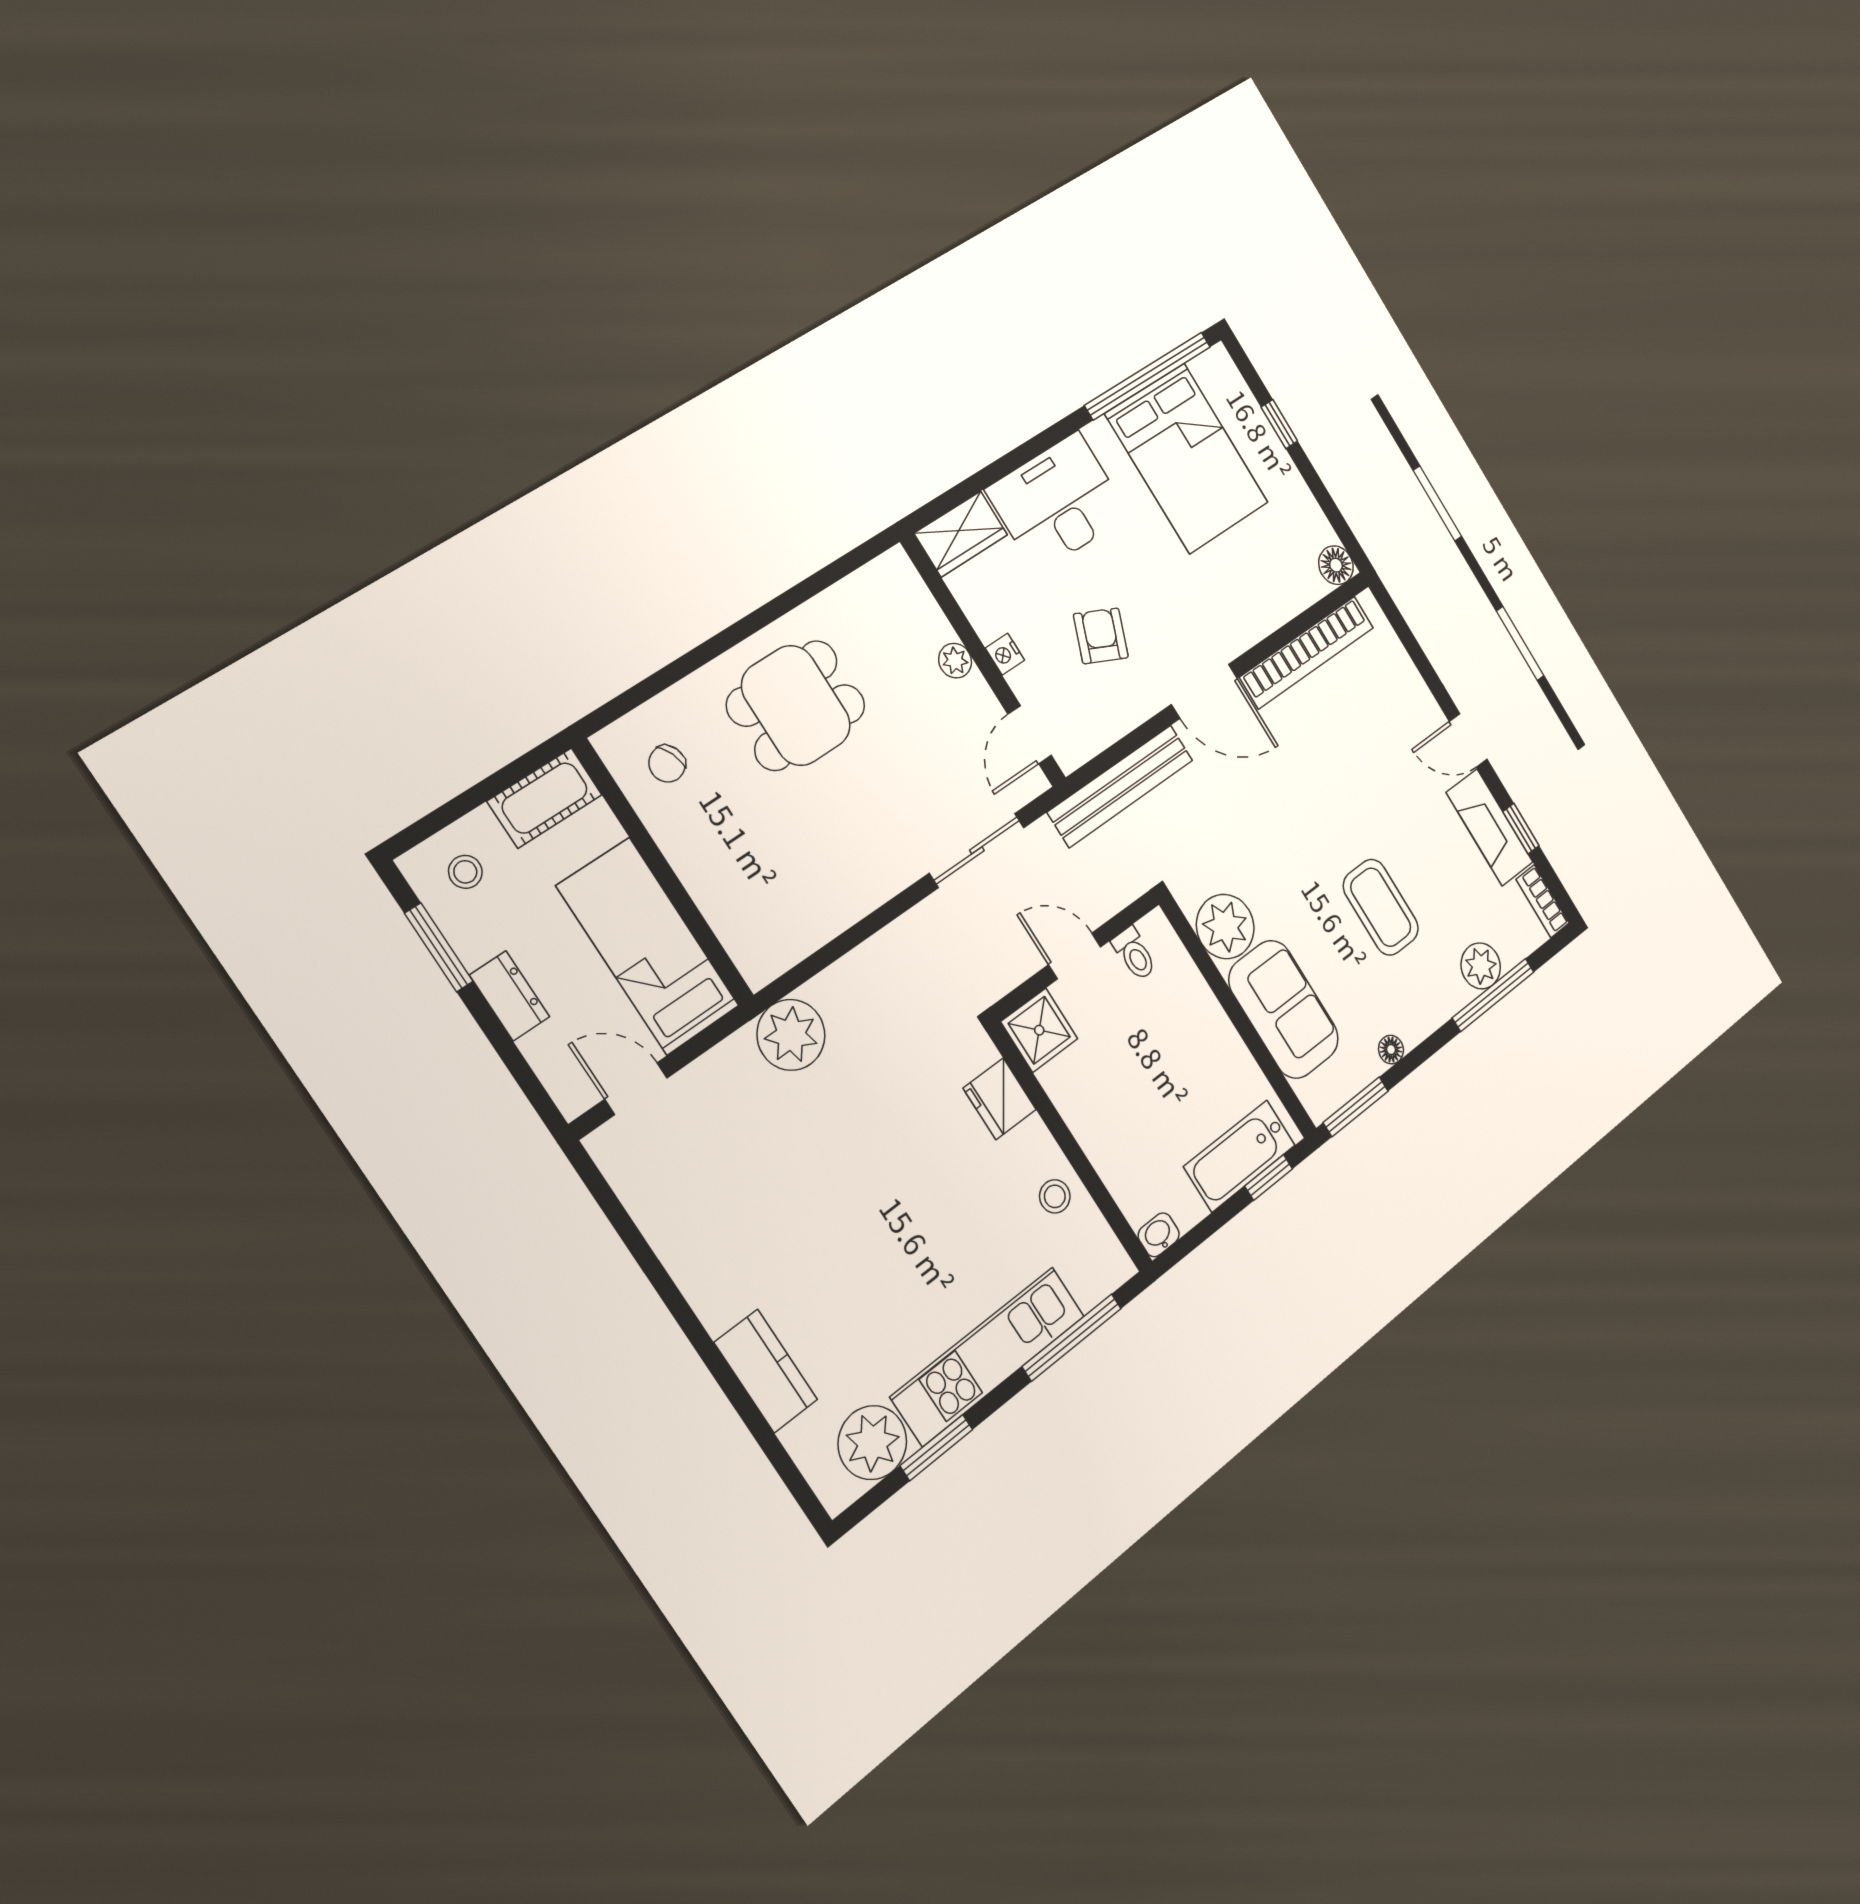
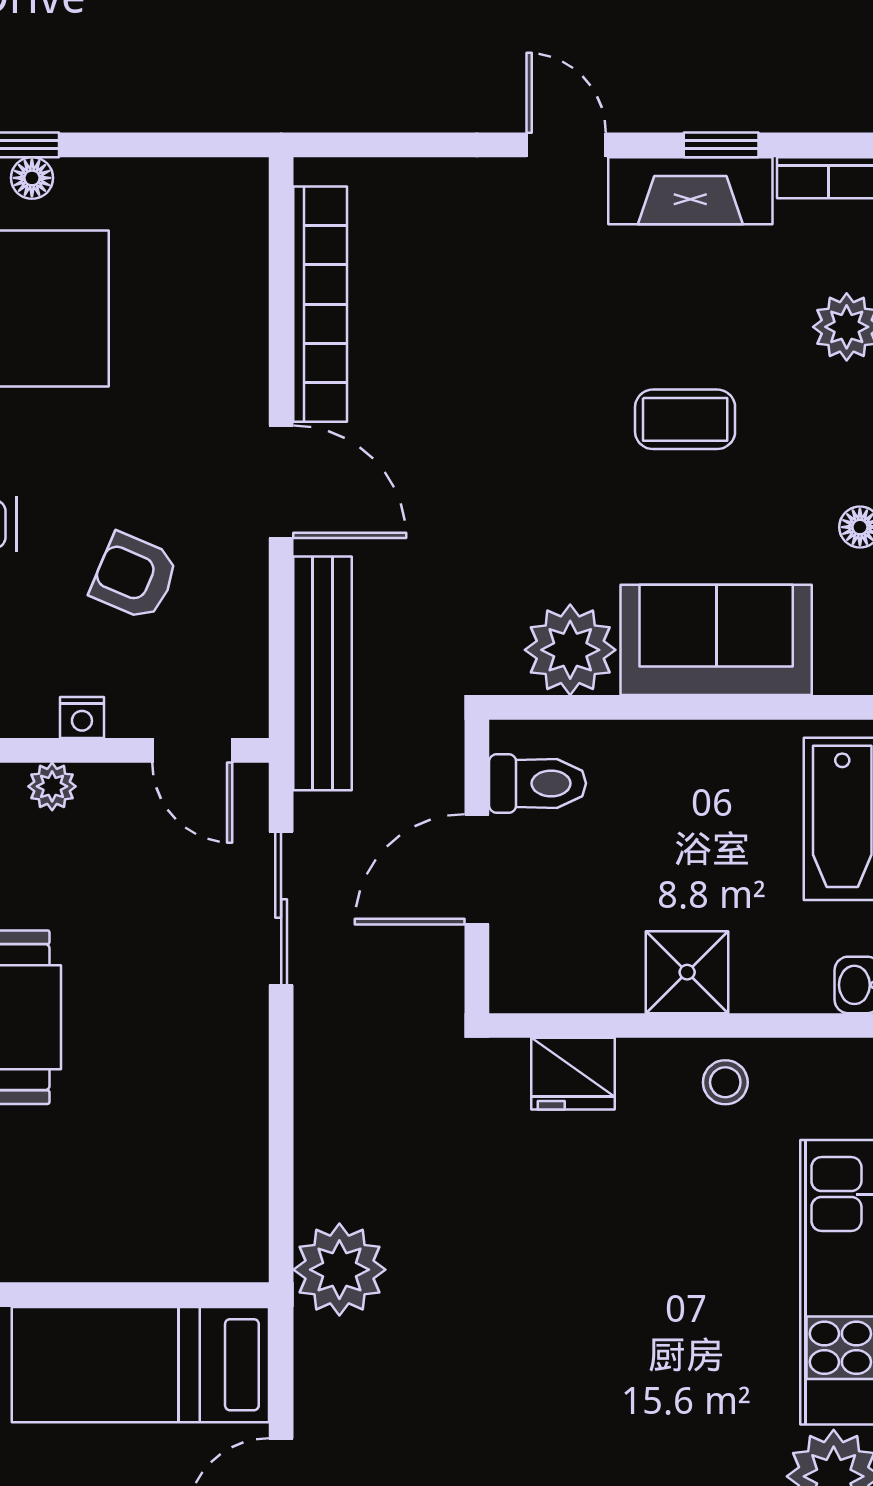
floor lamp: (1336, 565) -> (32, 178), moved, width x0.73, depth x0.73
door: (1204, 691) -> (281, 482), hinge flipped
door: (1468, 740) -> (566, 145), swing flipped
coffee table: (1381, 907) -> (685, 419), width x0.73, depth x0.77
toilet: (1134, 954) -> (538, 783), width x1.37, depth x1.39
door: (1075, 956) -> (477, 869), width x1.38
shower: (1039, 1030) -> (687, 972), moved

